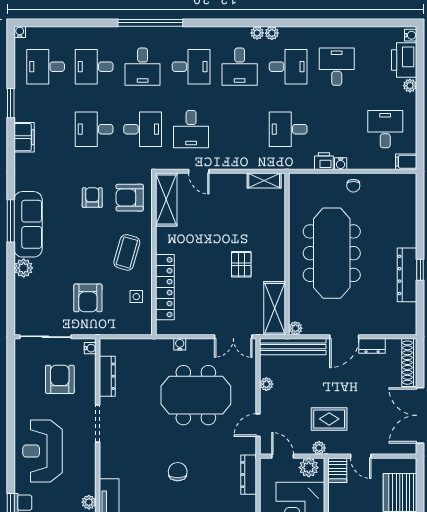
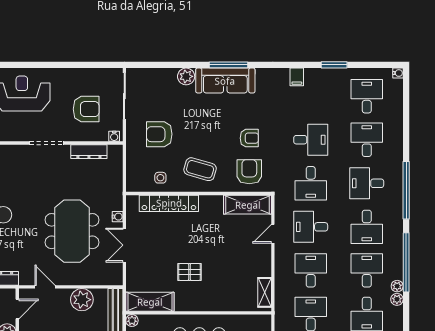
window: (231, 23) -> (406, 262), added
desk: (240, 67) -> (367, 270), turned 90
desk: (94, 129) -> (311, 140), turned 90
desk: (240, 129) -> (311, 270), added
filing cabinet: (24, 137) -> (297, 77), width x0.50
double door: (233, 337) -> (124, 245), moved
plant: (266, 384) -> (82, 300), width x1.87, depth x1.87

